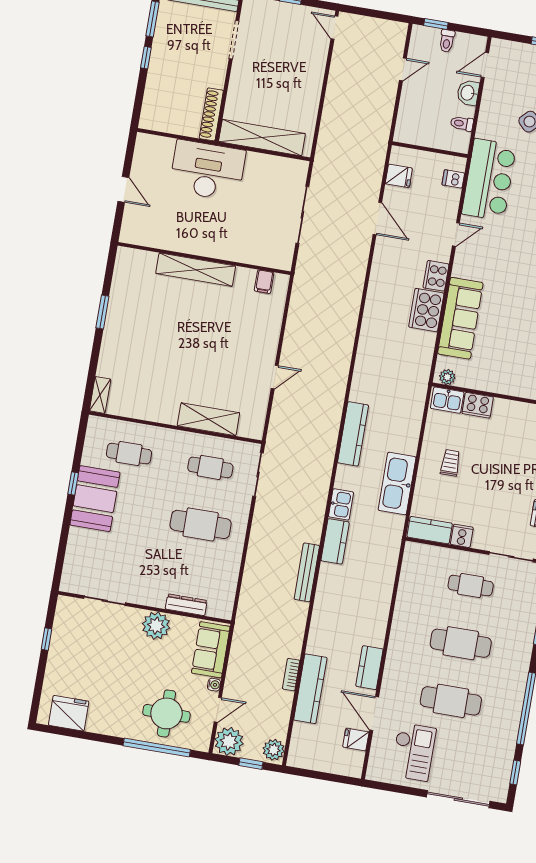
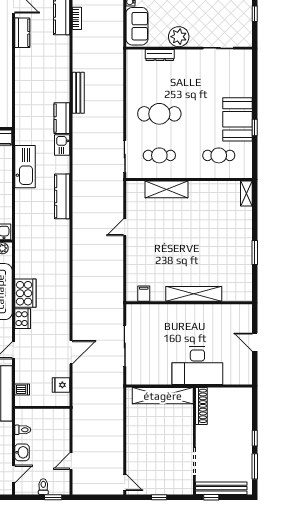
door: (377, 219) -> (71, 352), swing flipped

